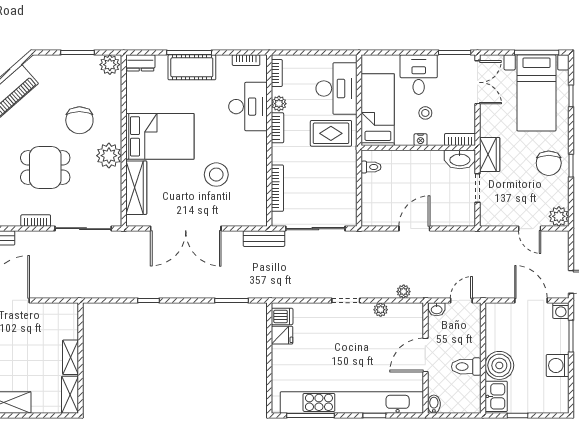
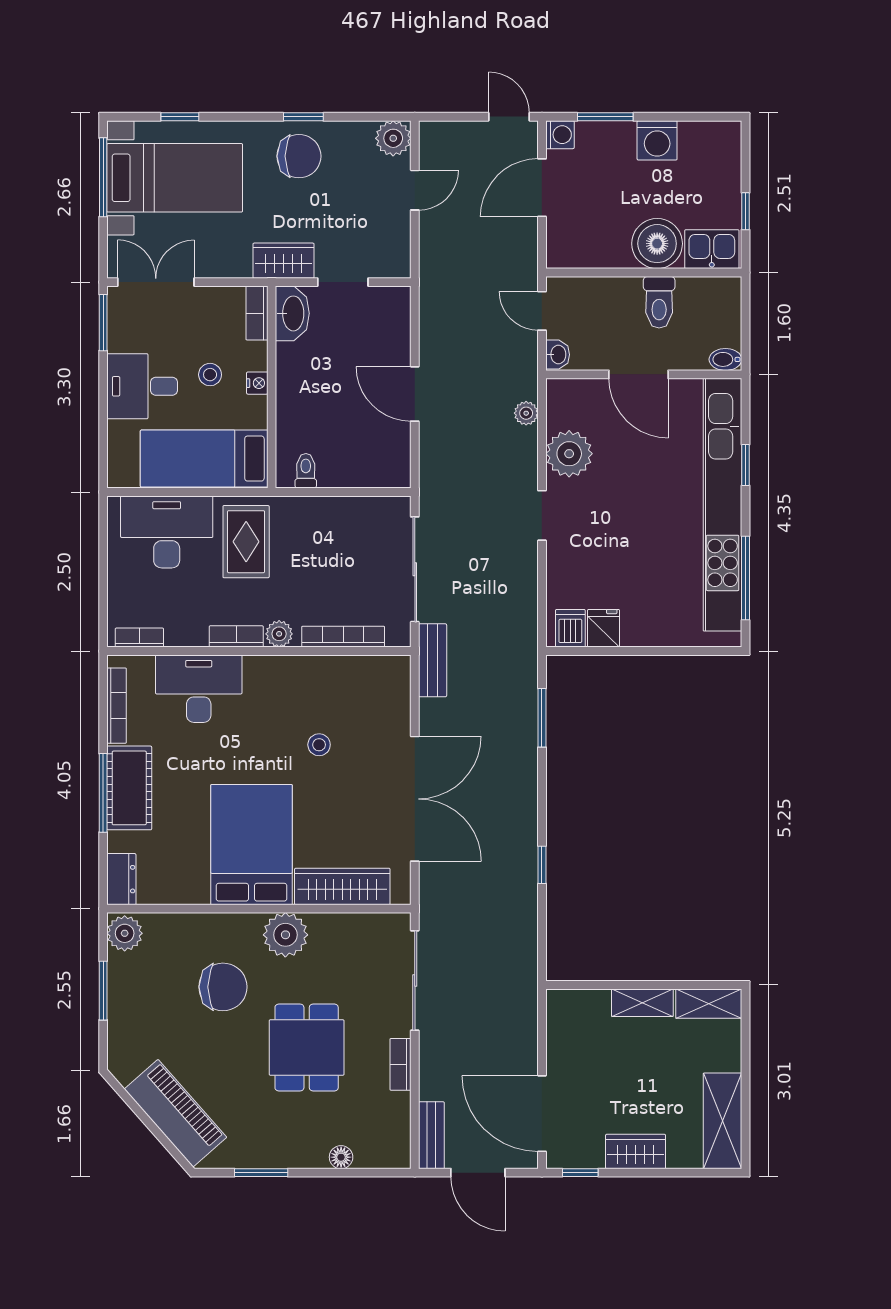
bookcase: (246, 60) -> (117, 706), width x1.56
plant: (279, 104) -> (279, 634), moved
stool: (216, 175) -> (319, 745), width x0.53, depth x0.53
plant: (381, 310) -> (569, 454), width x1.88, depth x1.88

